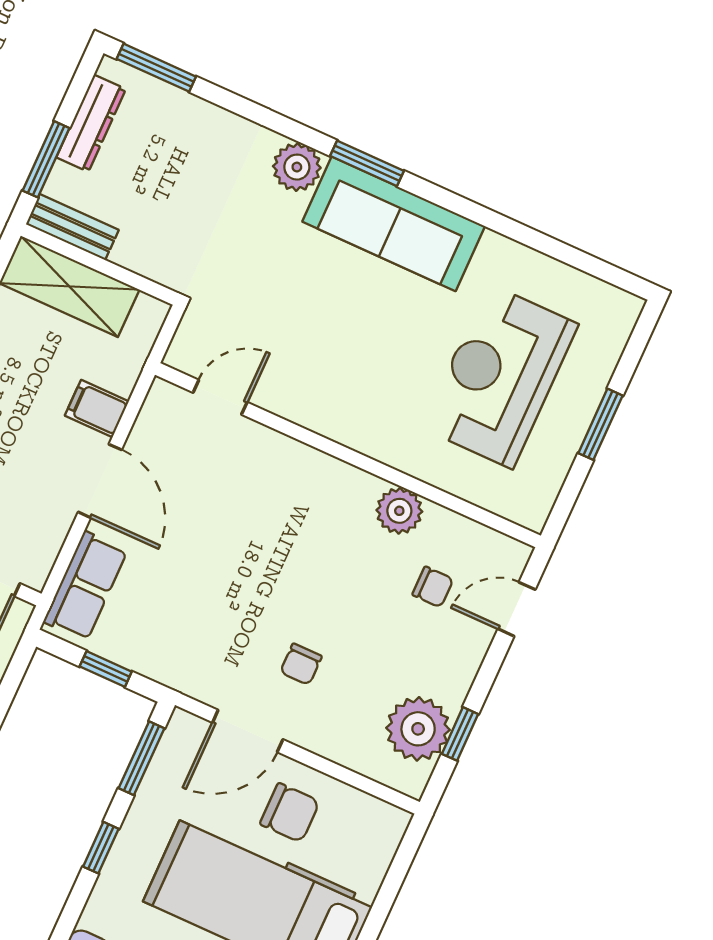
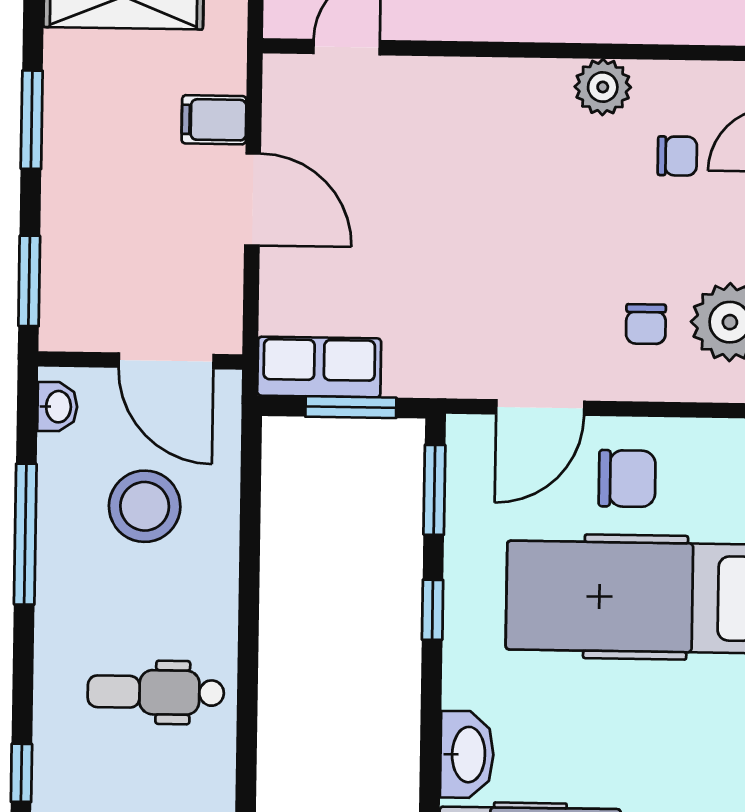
row of seats: (85, 586) -> (319, 367), moved, turned -90
chair: (301, 664) -> (646, 324), moved
window: (106, 669) -> (351, 407), width x1.50

